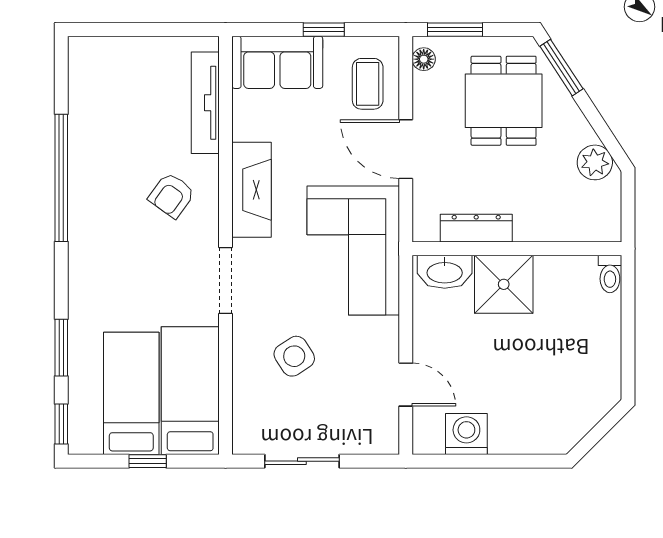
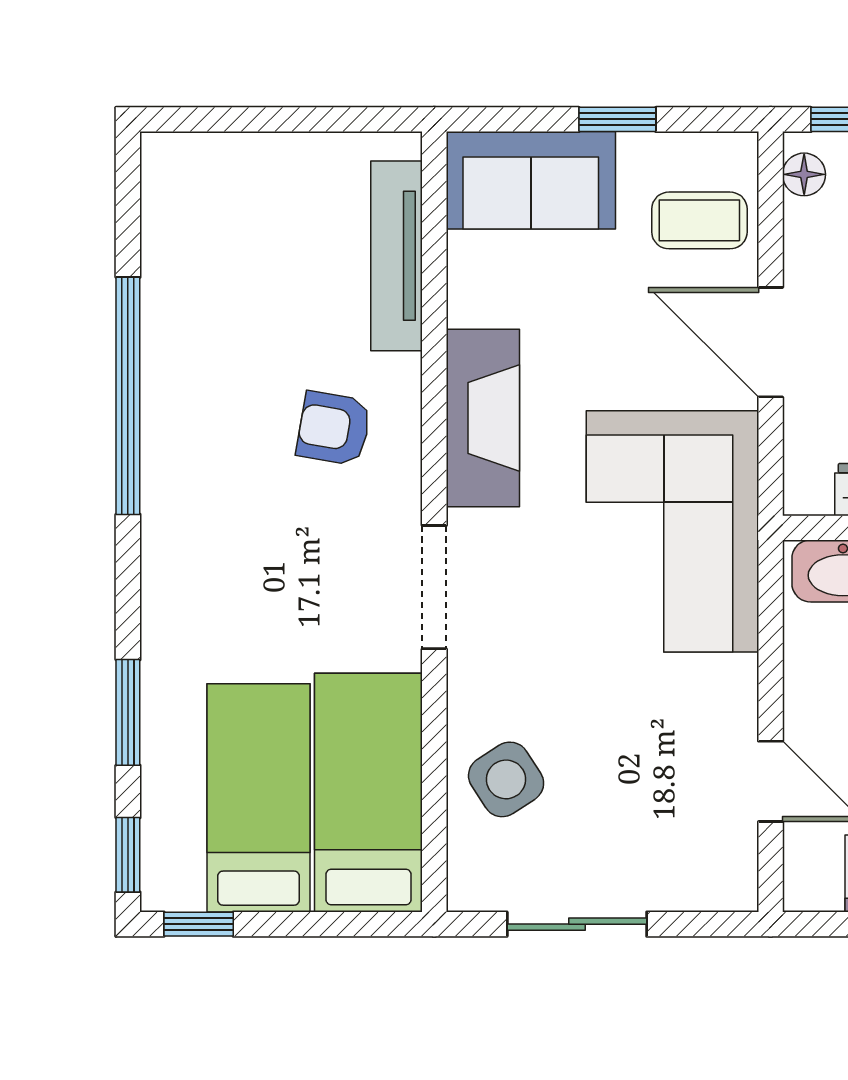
coffee table: (368, 84) -> (699, 220), turned 90
armchair: (172, 195) -> (334, 428), turned 64
side table: (294, 356) -> (506, 779), moved
window: (148, 461) -> (199, 924), moved

